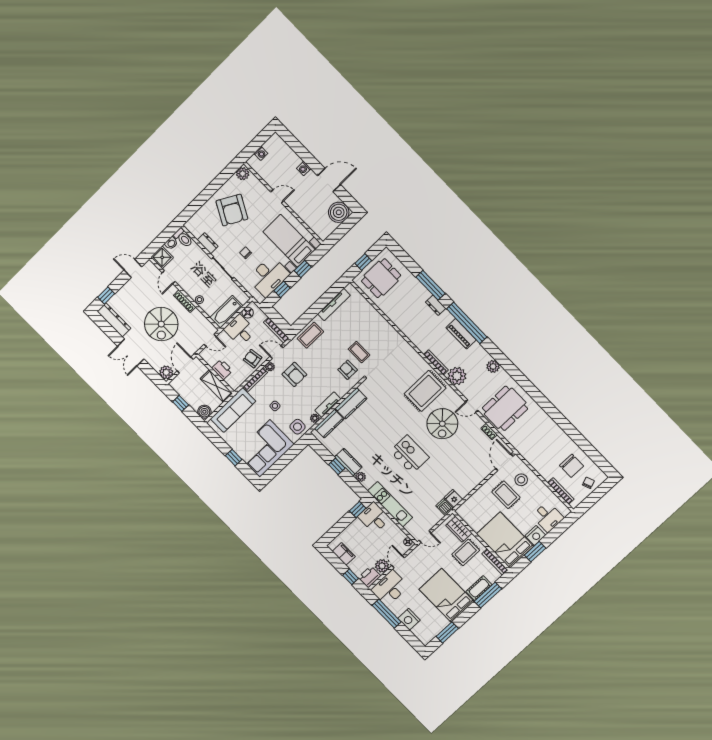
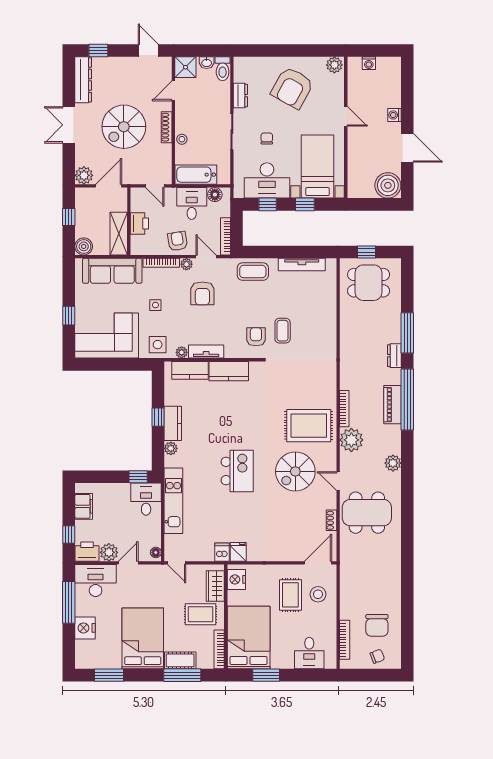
nightstand: (535, 535) -> (236, 579), moved, turned 90

